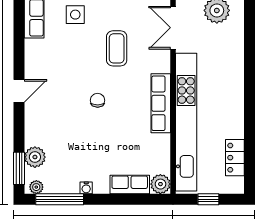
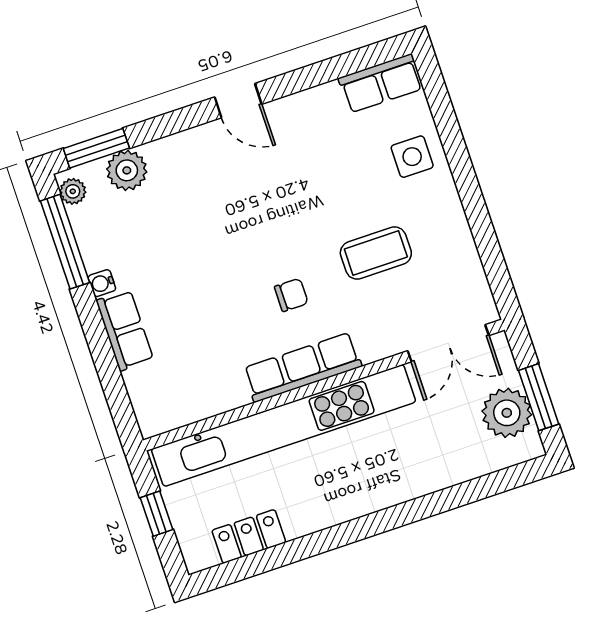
double door: (173, 28) -> (448, 343), swing flipped
chair: (98, 100) -> (291, 295), moved
row of seats: (130, 184) -> (125, 330), moved
plant: (160, 184) -> (155, 417), removed

